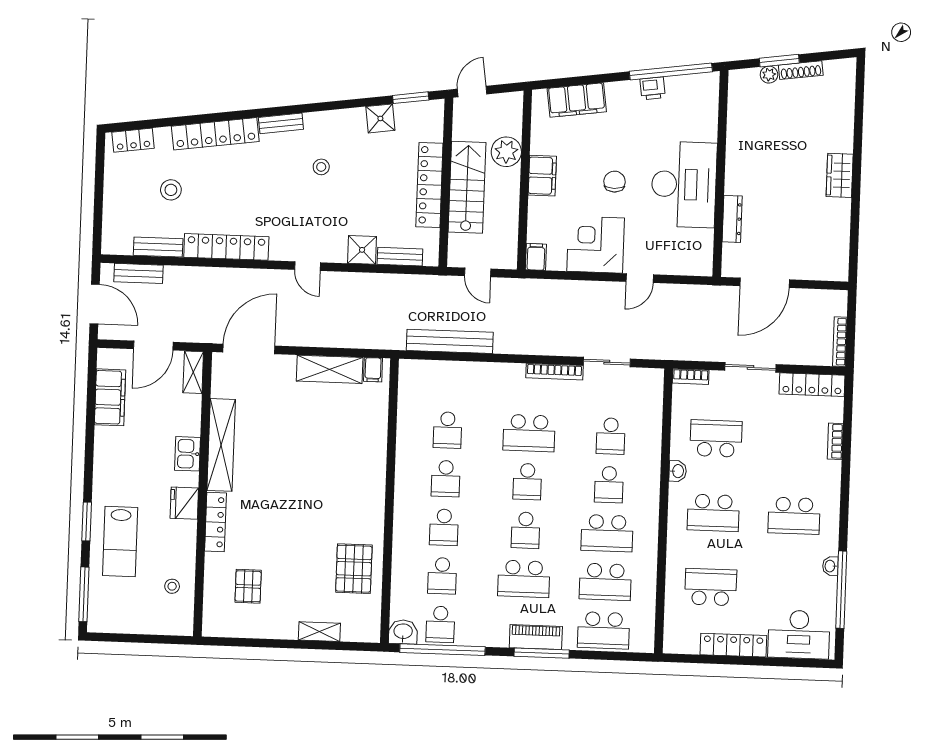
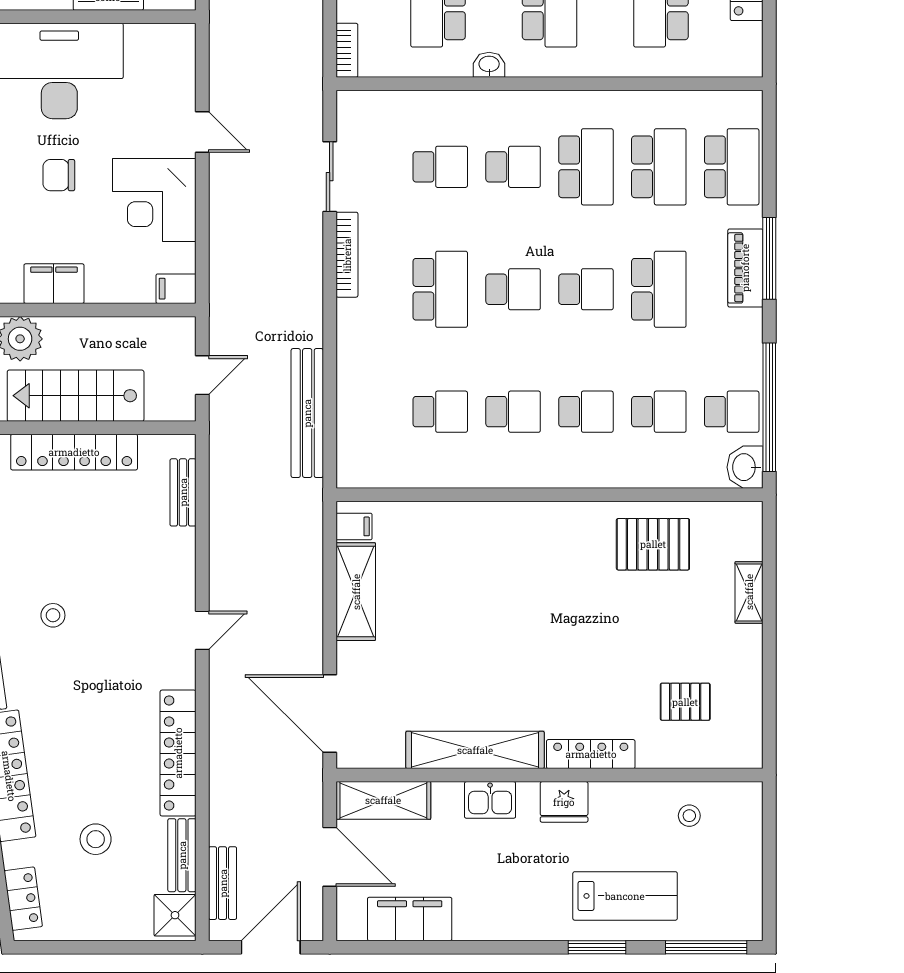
shower: (362, 250) -> (175, 915), moved
shelving: (193, 372) -> (383, 800), width x1.50, depth x1.33

